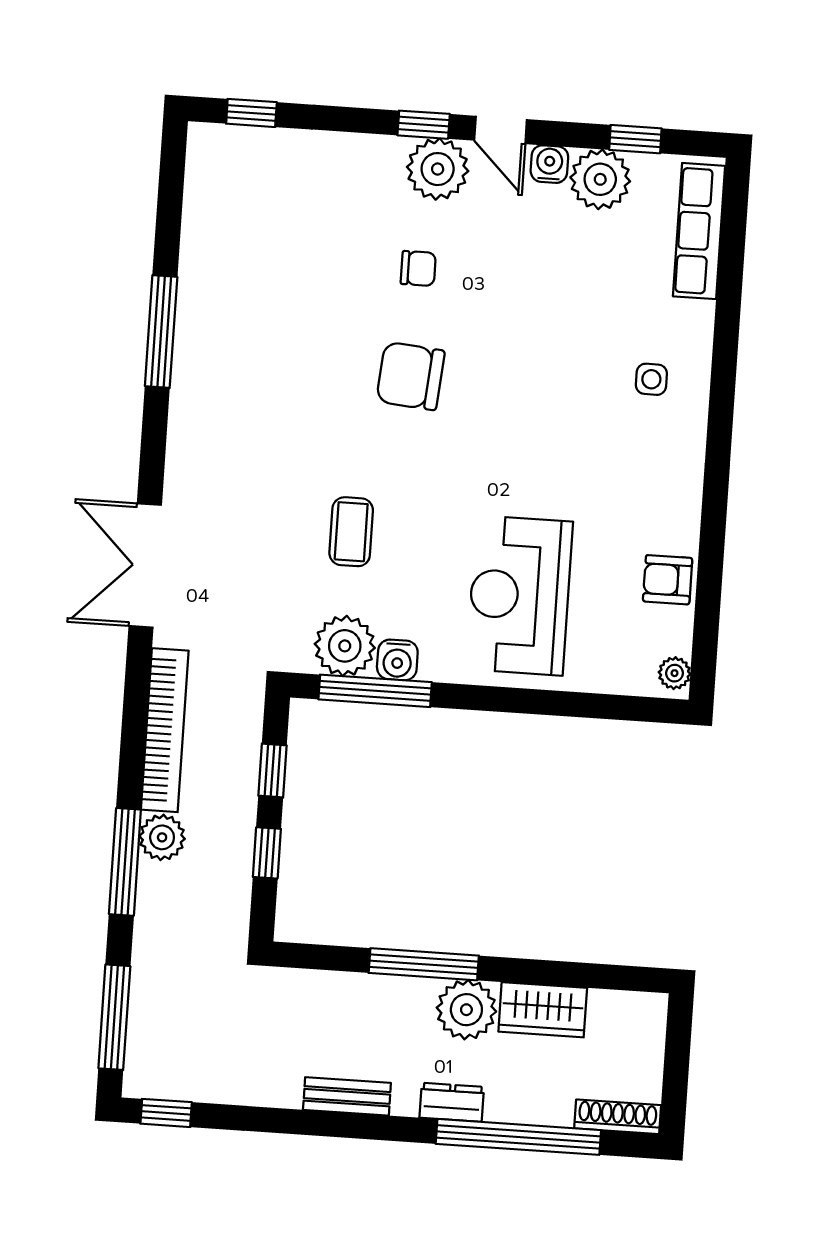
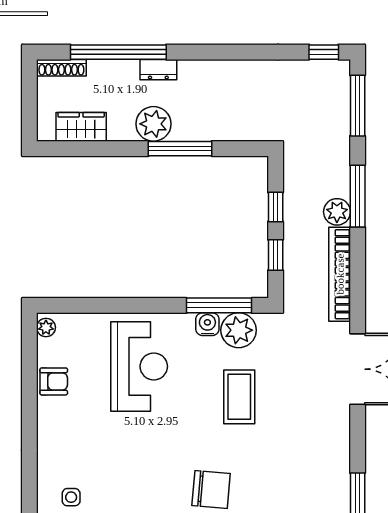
coffee table: (351, 532) -> (239, 397), width x1.36, depth x1.30
wardrobe: (543, 1010) -> (81, 127), moved
bench: (347, 1096) -> (219, 69), removed

